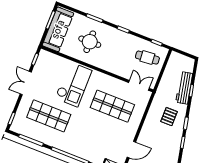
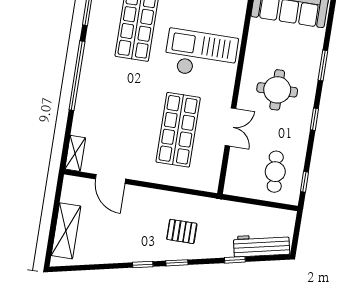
round table: (90, 42) -> (277, 90), moved
checkout: (73, 84) -> (201, 54), turned 180
double door: (139, 85) -> (231, 127), moved
workbench: (184, 88) -> (262, 245), moved

